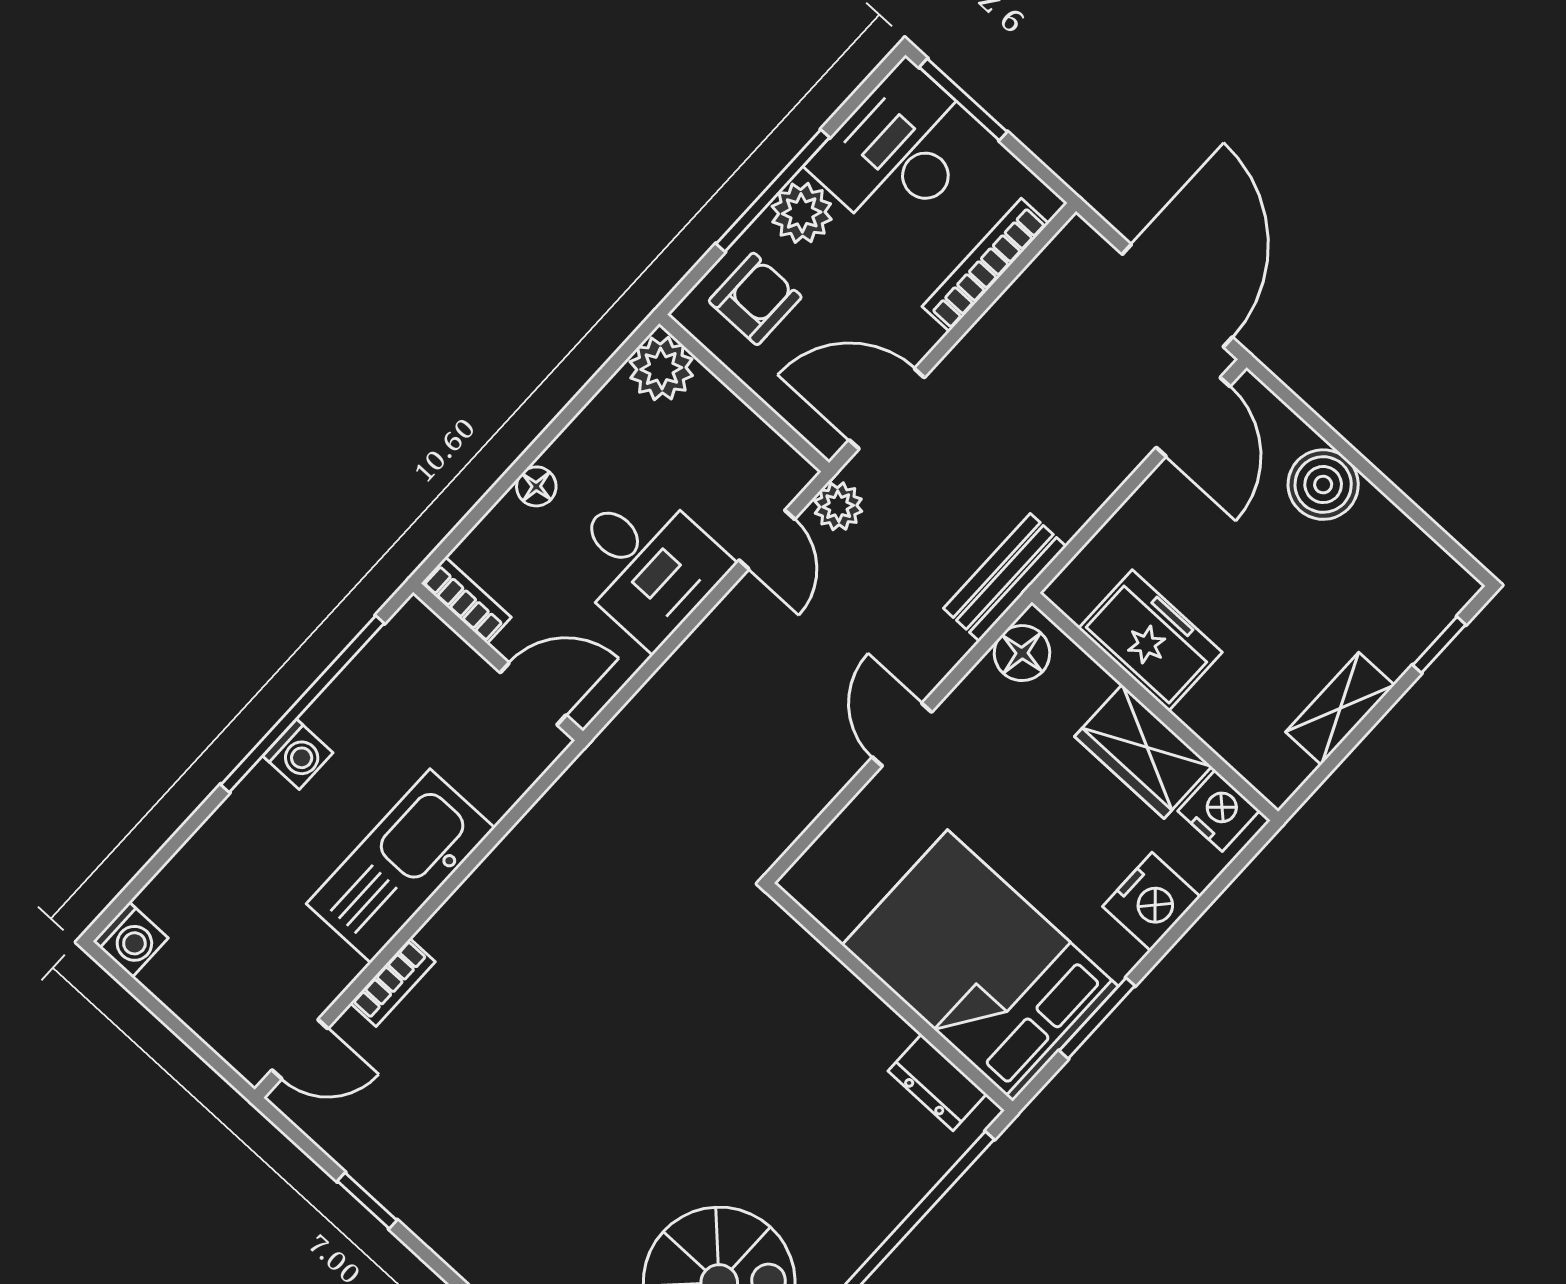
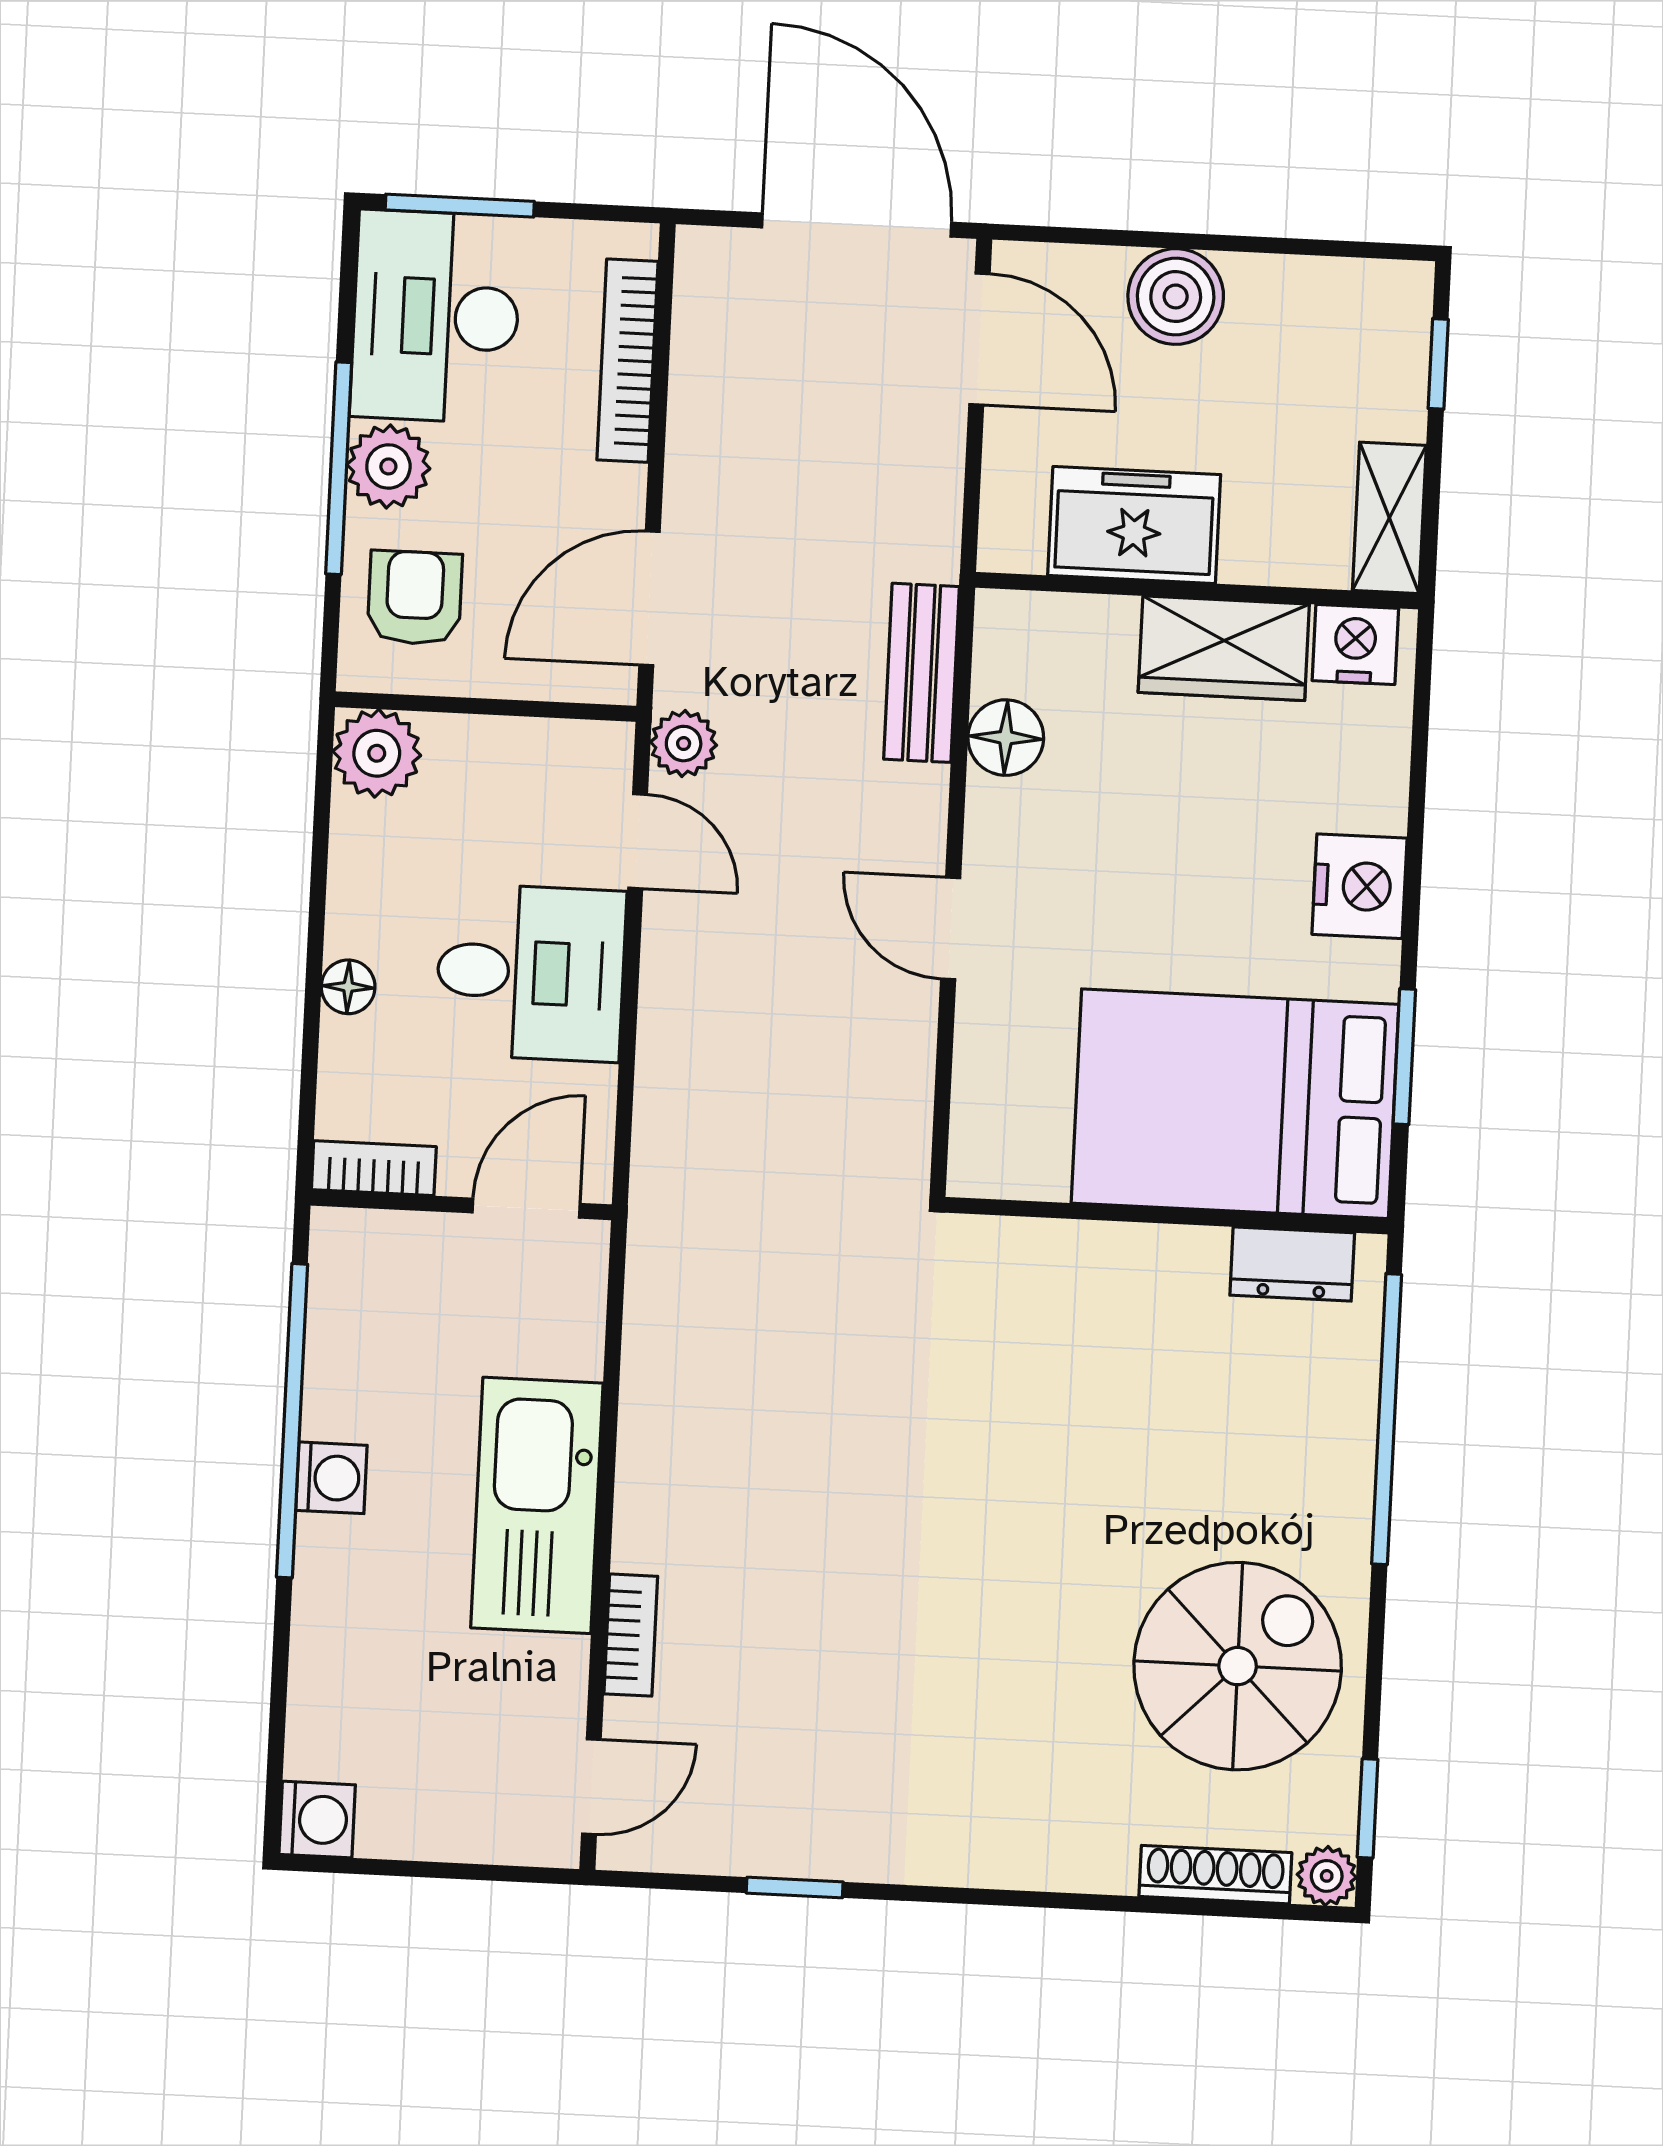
freezer: (1150, 640) -> (1134, 525), moved
wall: (1155, 707) -> (1197, 591), moved
wardrobe: (1143, 752) -> (1224, 648), moved
nightstand: (1219, 811) -> (1355, 644), moved

